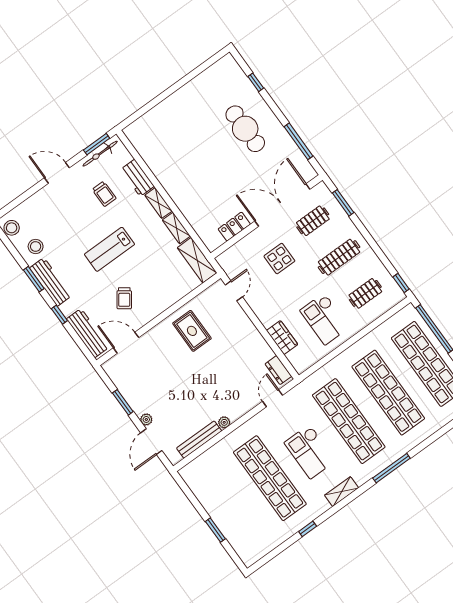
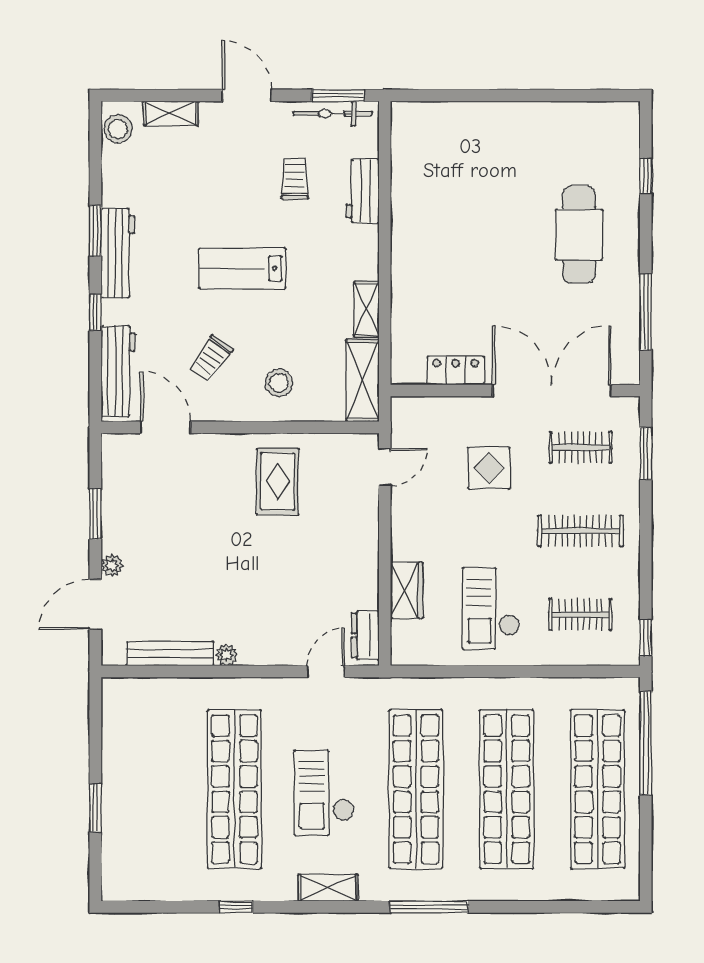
trolley: (104, 194) -> (295, 179), turned 180
shelving: (158, 203) -> (171, 113), moved, turned 90
stool: (36, 246) -> (279, 383), moved

